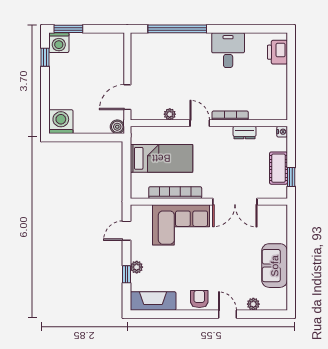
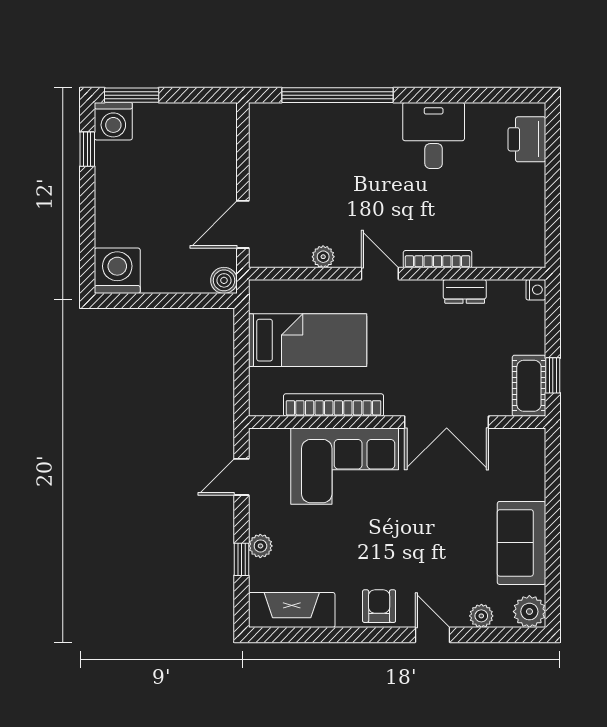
cot: (278, 168) -> (529, 386), moved
plant: (279, 302) -> (529, 612), added

